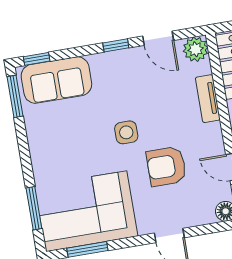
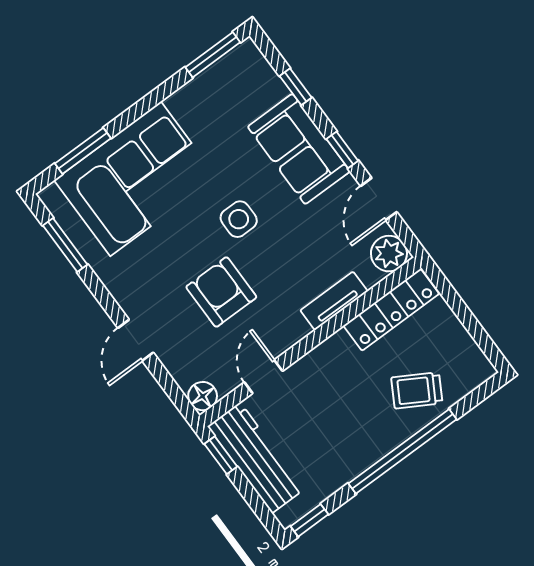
window: (37, 59) -> (296, 87), moved
sofa: (56, 80) -> (299, 149), moved
corner sofa: (86, 211) -> (136, 179), moved, turned 90

